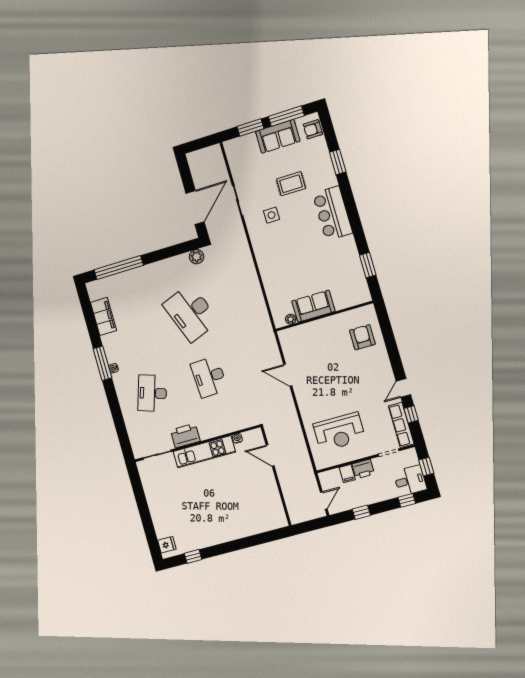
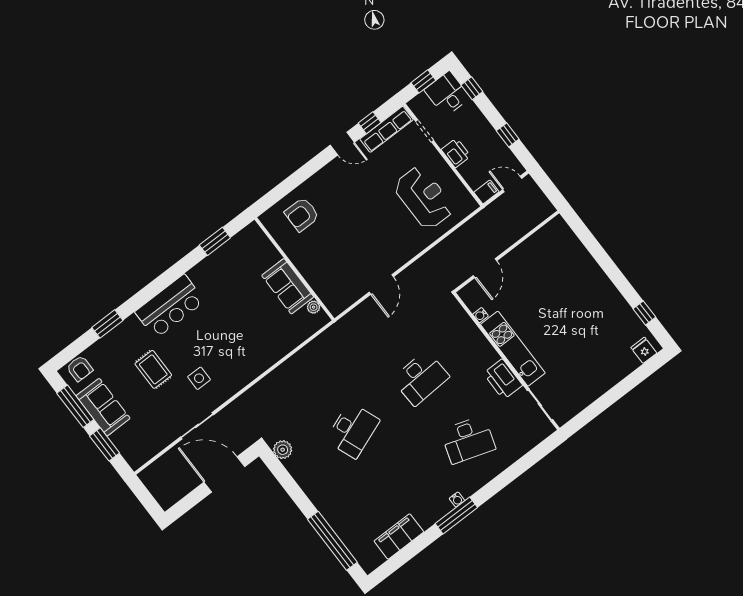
desk: (191, 313) -> (353, 430), width x0.73, depth x0.77
filing cabinet: (347, 474) -> (486, 192), moved

